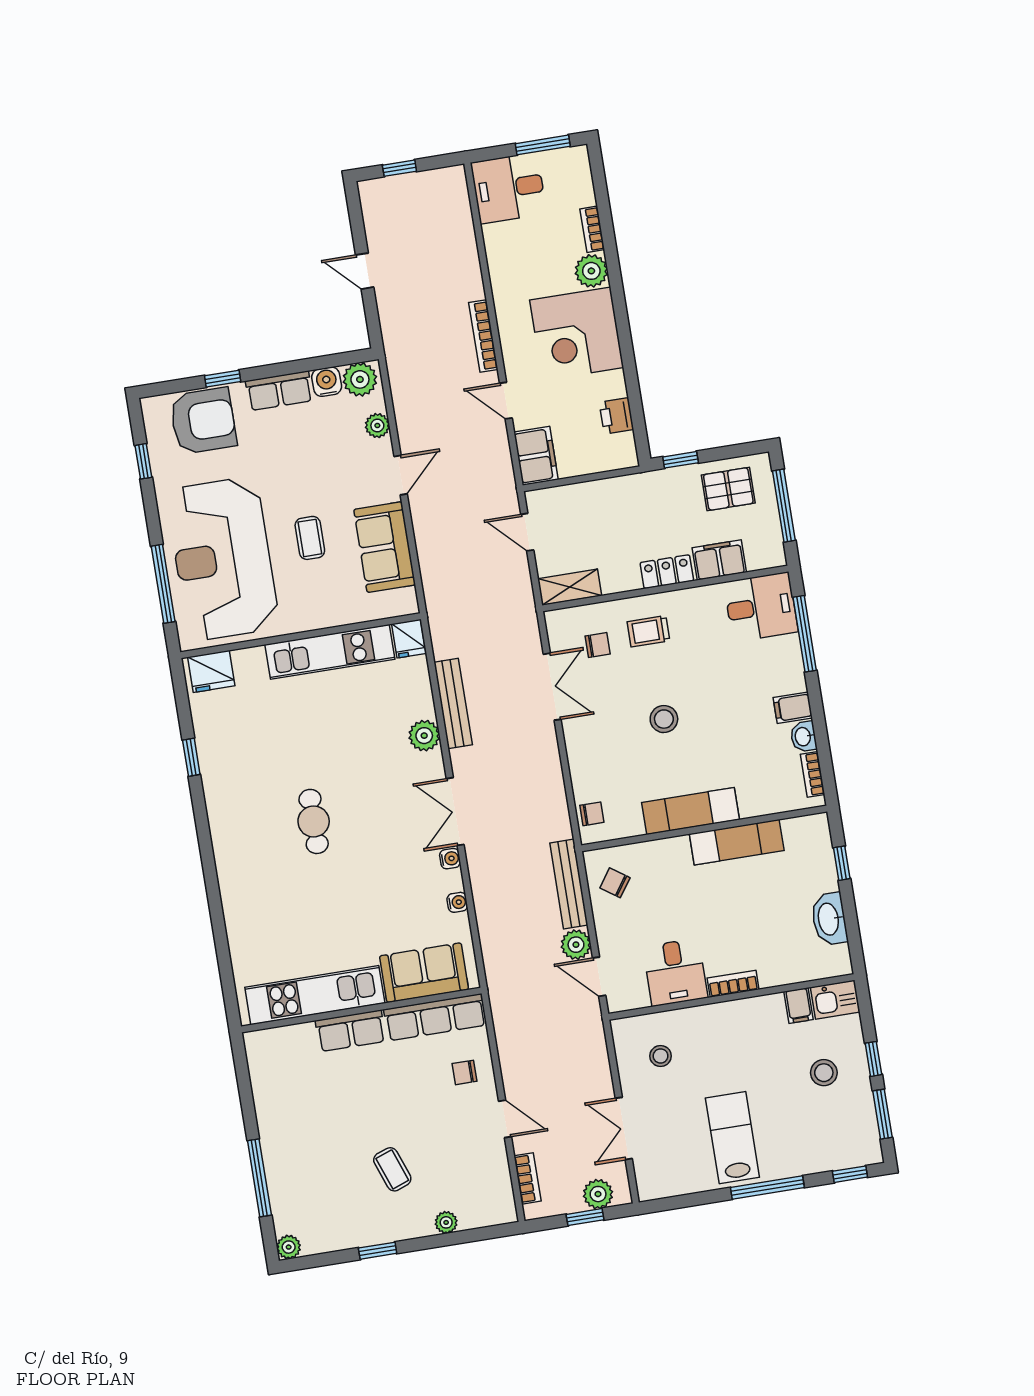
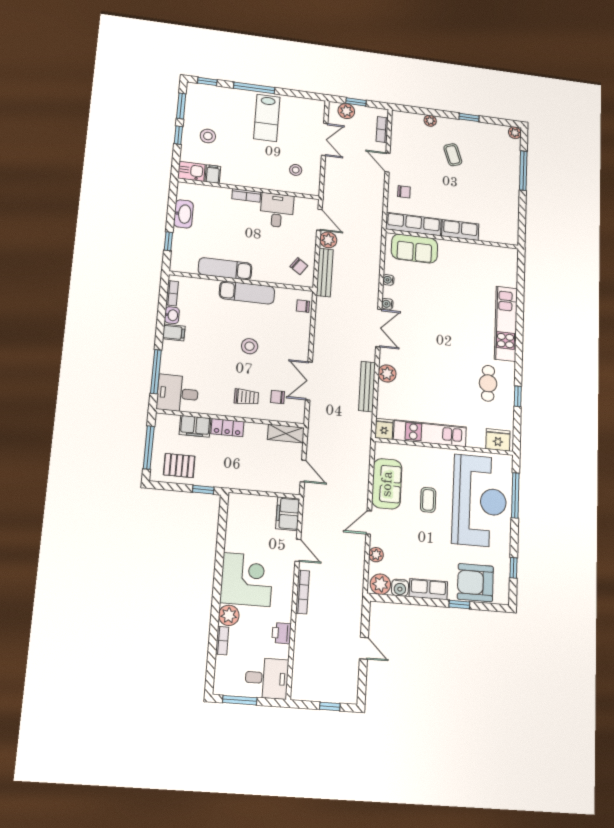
printer: (616, 416) -> (282, 633), moved, turned 180
cafe table: (314, 821) -> (488, 383), moved
kitchen unit: (315, 995) -> (506, 324), moved, turned 90

